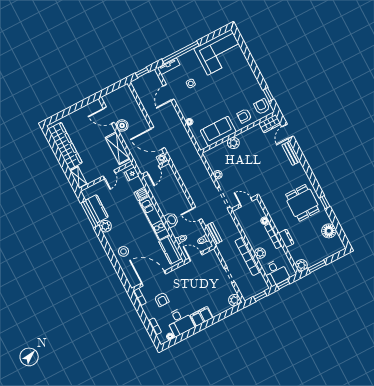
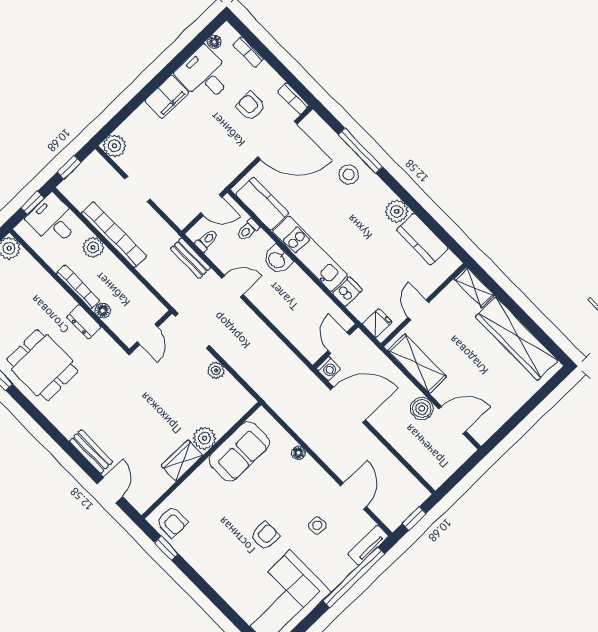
armchair: (244, 116) -> (265, 536), moved
wardrobe: (270, 124) -> (182, 461), moved
door: (246, 202) -> (147, 334), hinge flipped
window: (90, 214) -> (360, 151), moved
dresser: (286, 238) -> (84, 322), moved

